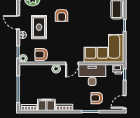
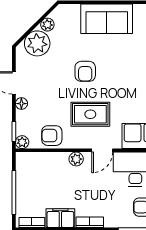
rug: (39, 27) -> (90, 114), moved, turned 90

